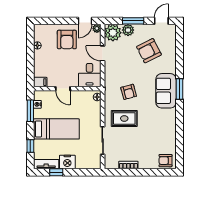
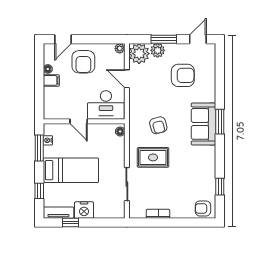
door: (85, 21) -> (63, 39), moved
armchair: (149, 51) -> (183, 75), turned -153
desk: (90, 75) -> (106, 105), width x1.37
filing cabinet: (40, 82) -> (51, 80), moved
window: (179, 143) -> (220, 187), added

